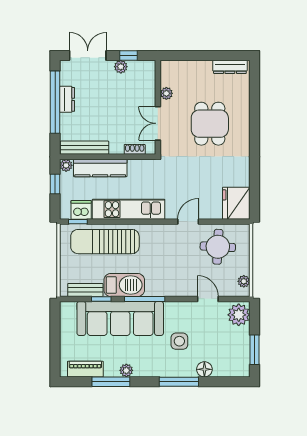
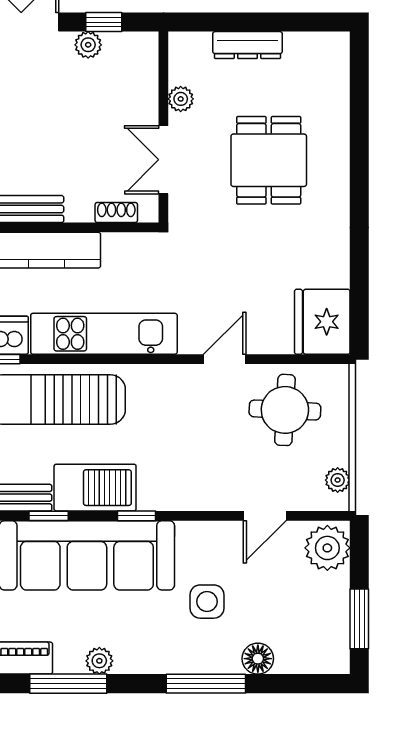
dresser: (230, 67) -> (248, 45), moved
window: (145, 299) -> (137, 516), width x0.46
door: (208, 299) -> (265, 516), swing flipped

